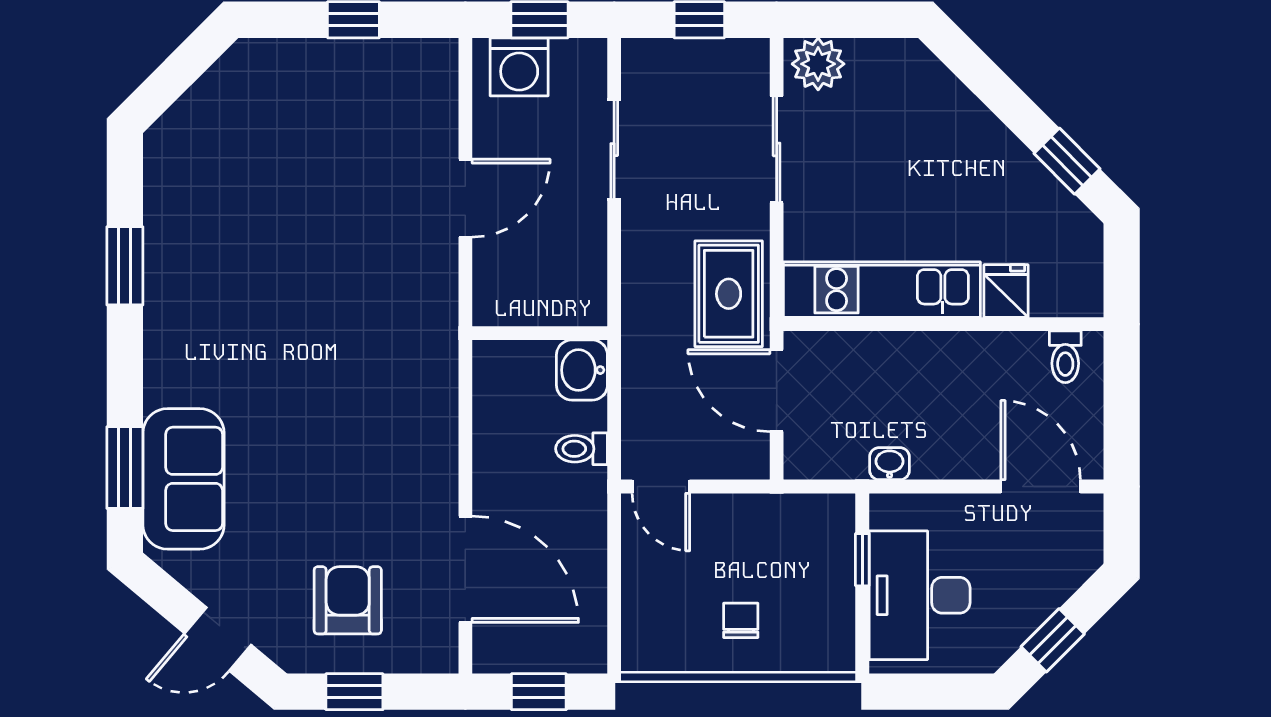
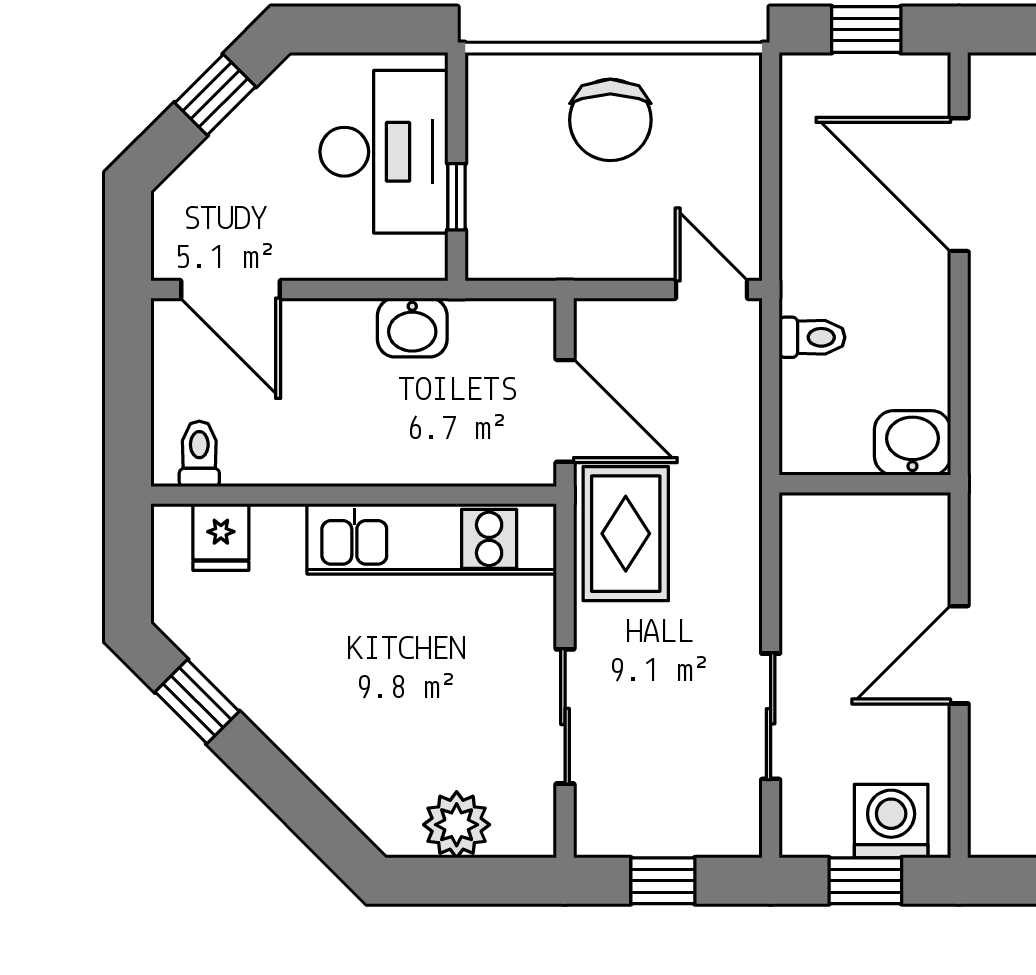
plant: (818, 64) -> (457, 825), moved
fridge: (1006, 291) -> (221, 537), moved
washbasin: (582, 370) -> (912, 443), moved, turned -90
washbasin: (890, 464) -> (412, 328), width x1.38, depth x1.45
chair: (741, 620) -> (610, 120), width x1.87, depth x1.87

